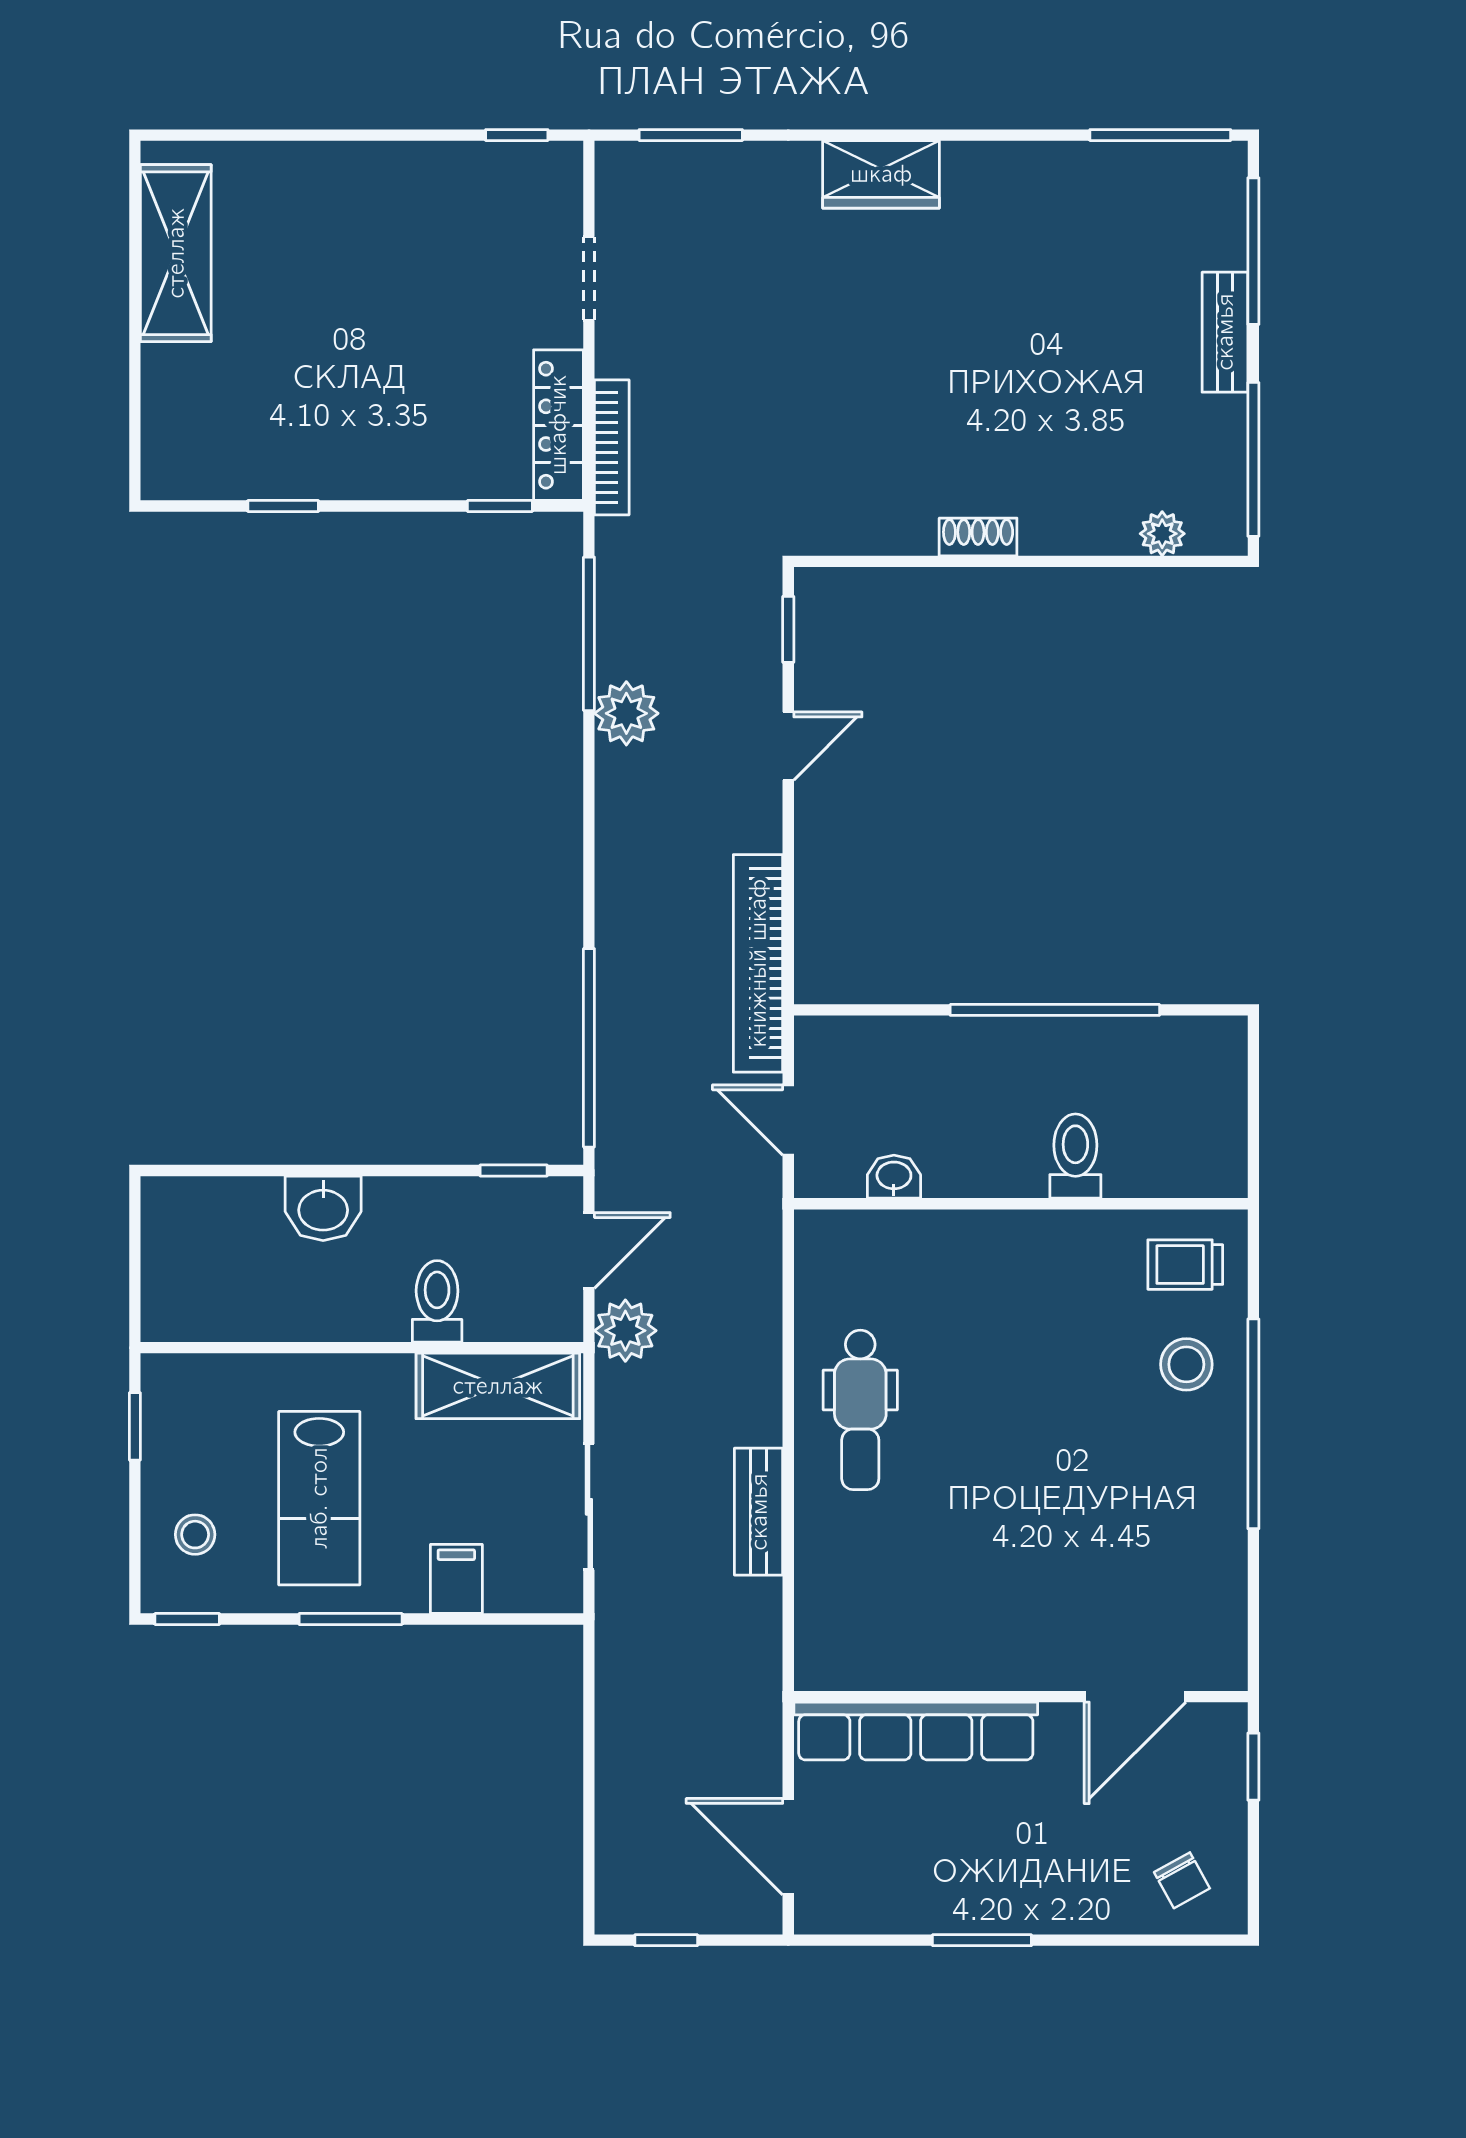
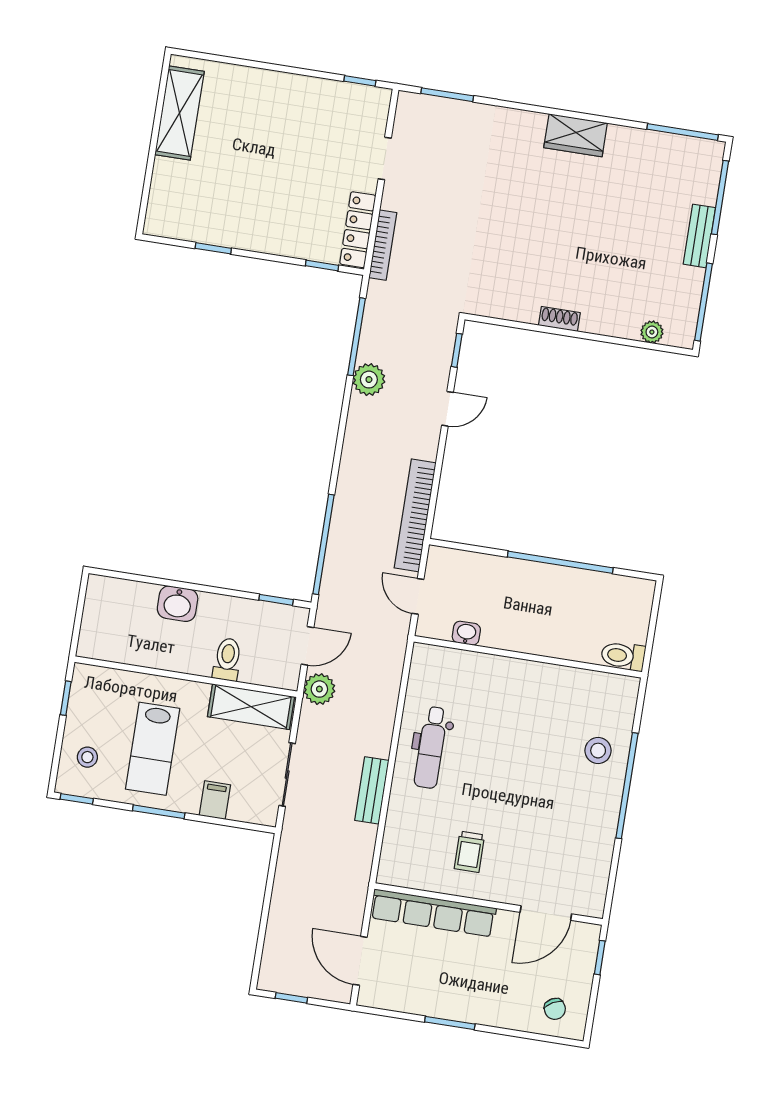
wardrobe: (881, 174) -> (576, 135), moved
toilet: (1075, 1156) -> (623, 656), moved, turned -90
trolley: (1185, 1265) -> (469, 852), moved, turned -90

